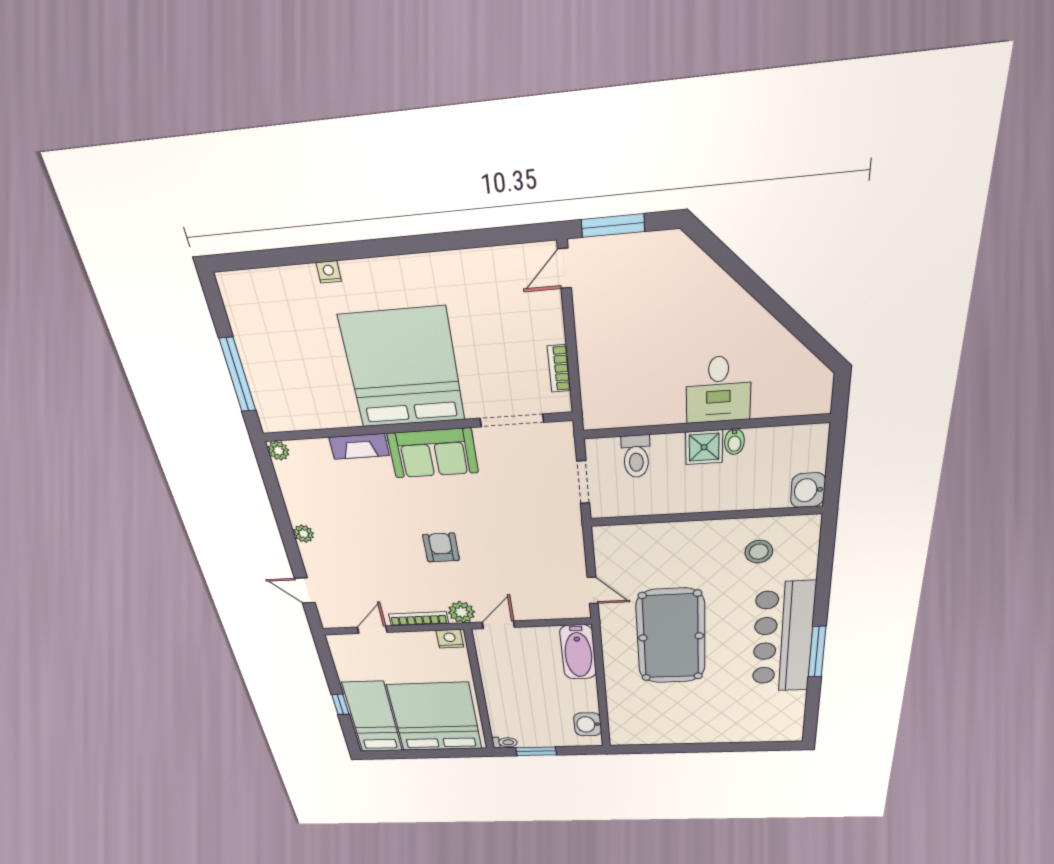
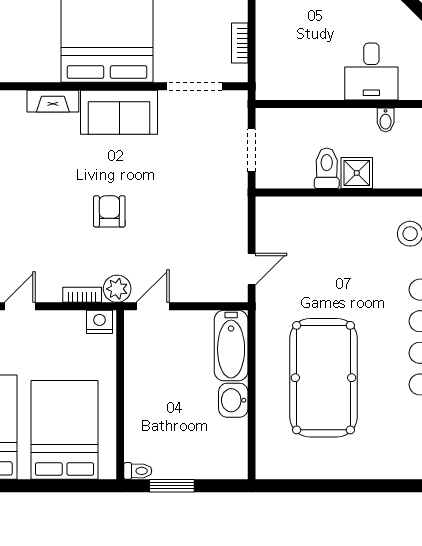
shower: (704, 447) -> (357, 173), moved
toilet: (636, 456) -> (327, 168), moved, turned 180
door: (593, 590) -> (252, 269), hinge flipped
bookcase: (419, 619) -> (82, 295), width x0.64
pool table: (671, 637) -> (323, 378), moved
bed: (435, 717) -> (65, 430), width x0.73
washbasin: (588, 724) -> (233, 400), moved

